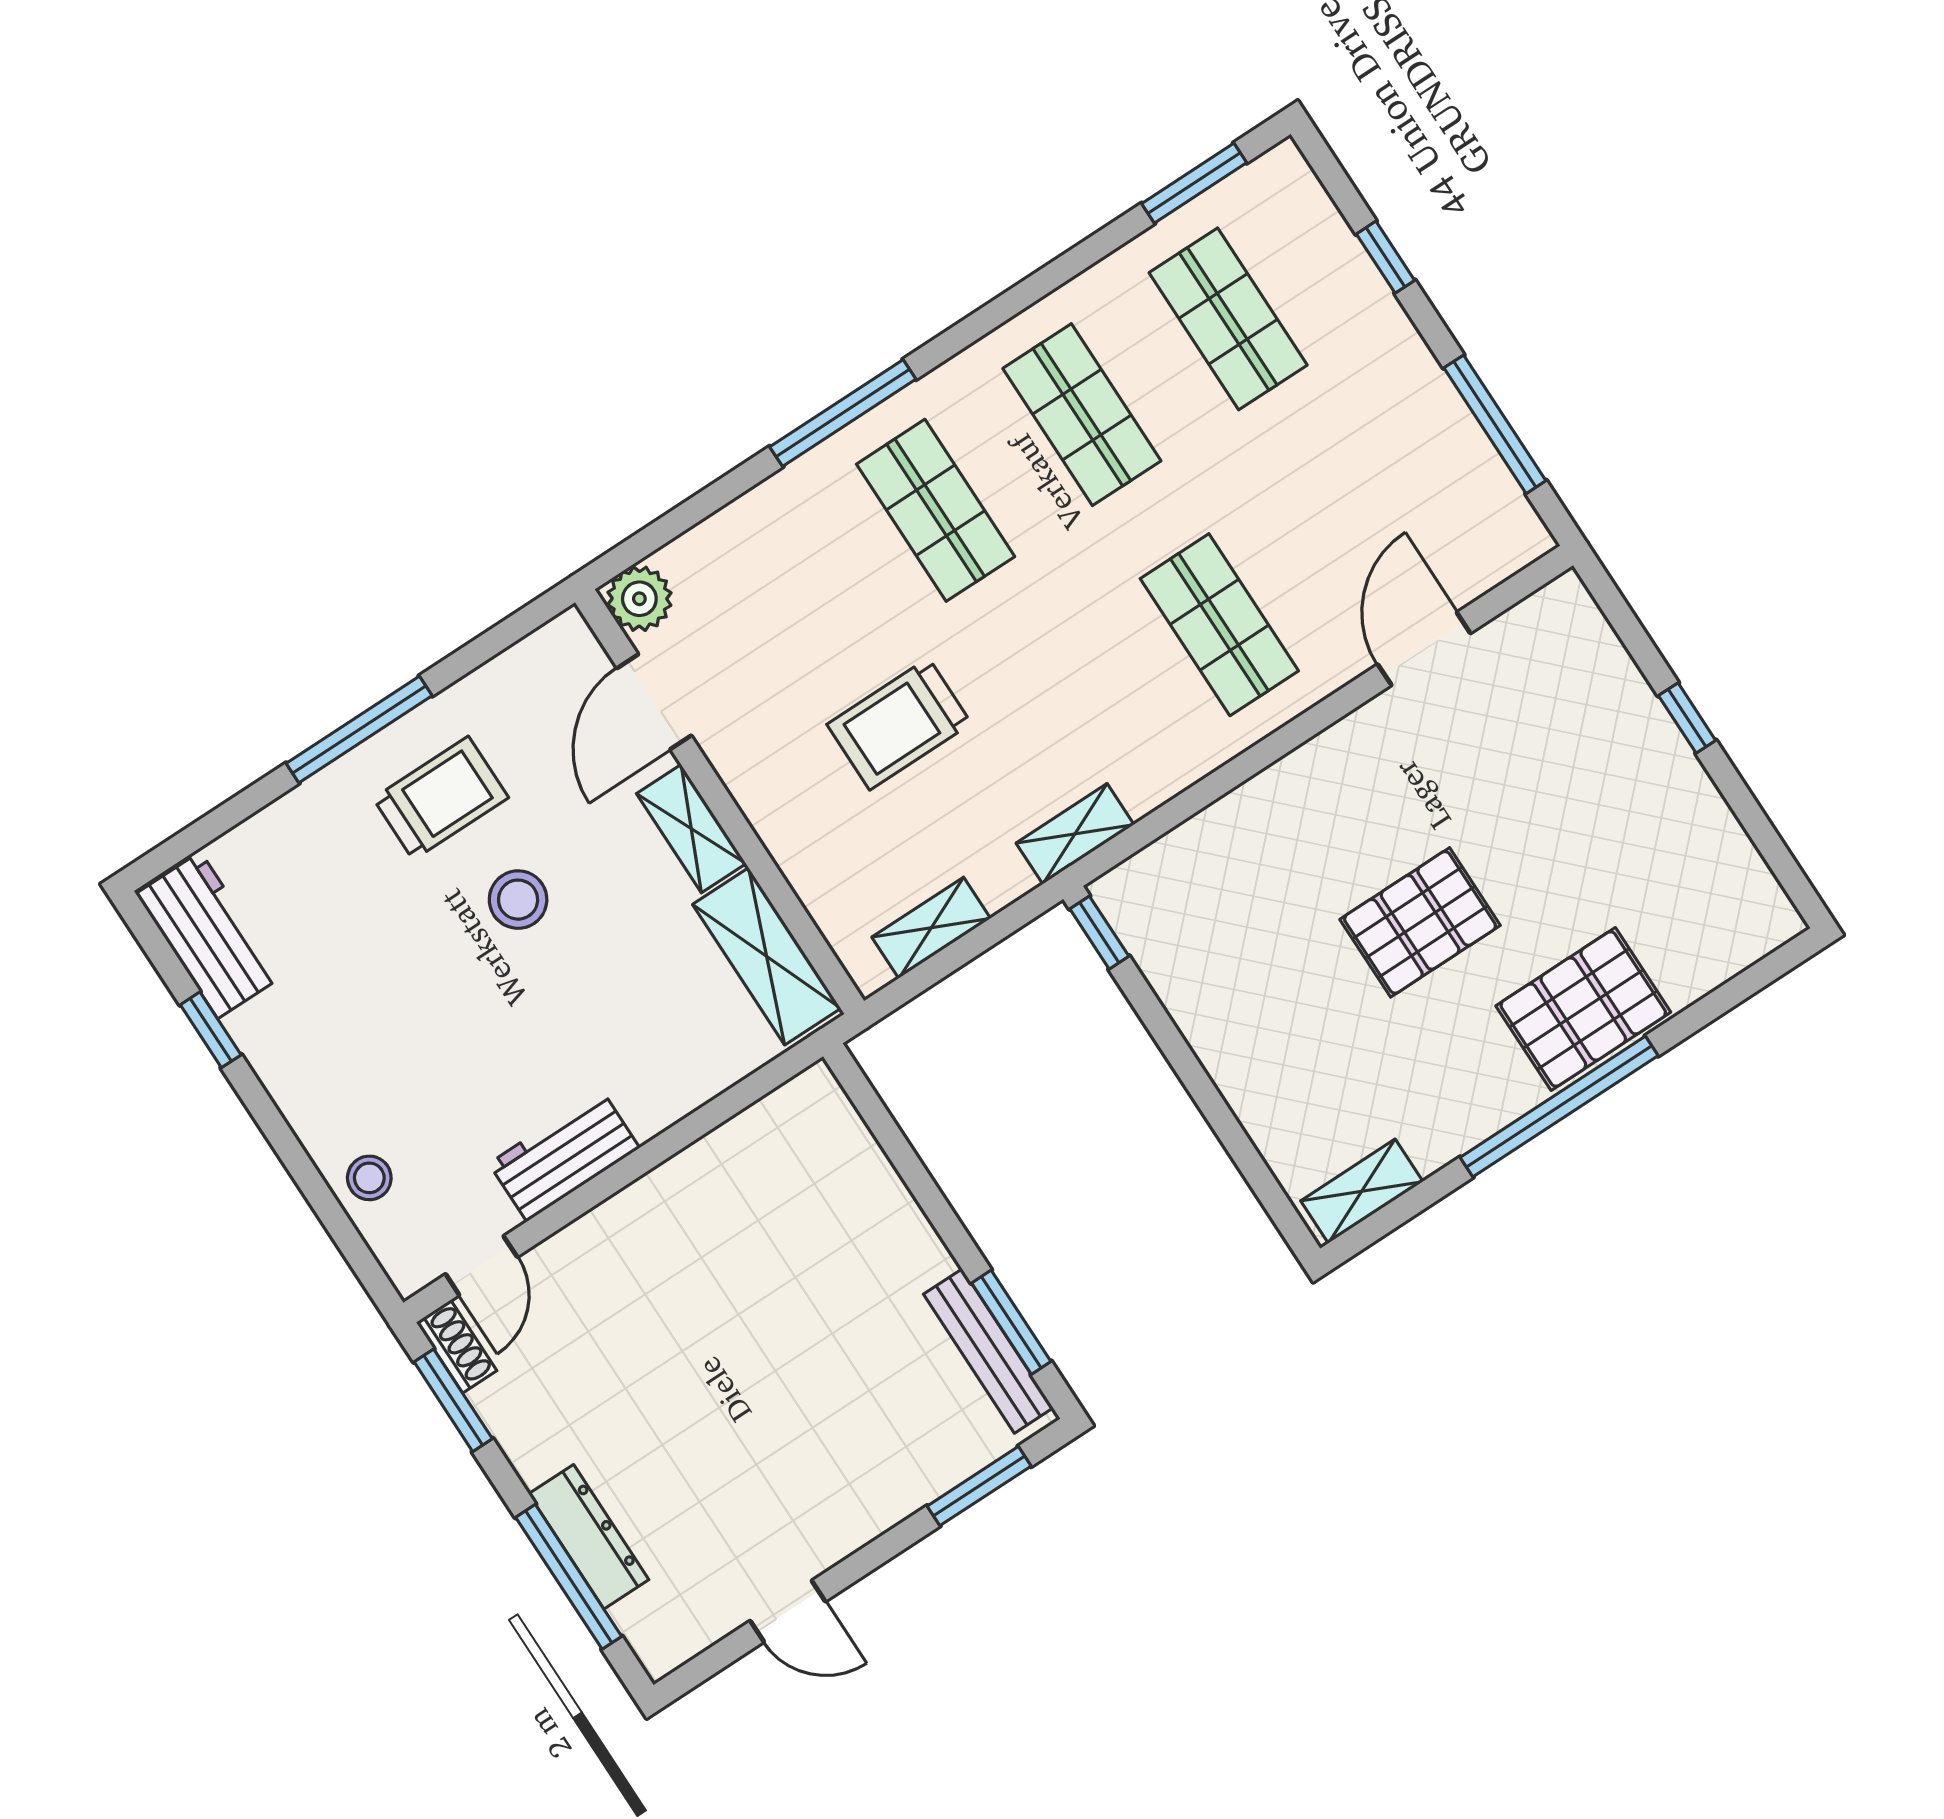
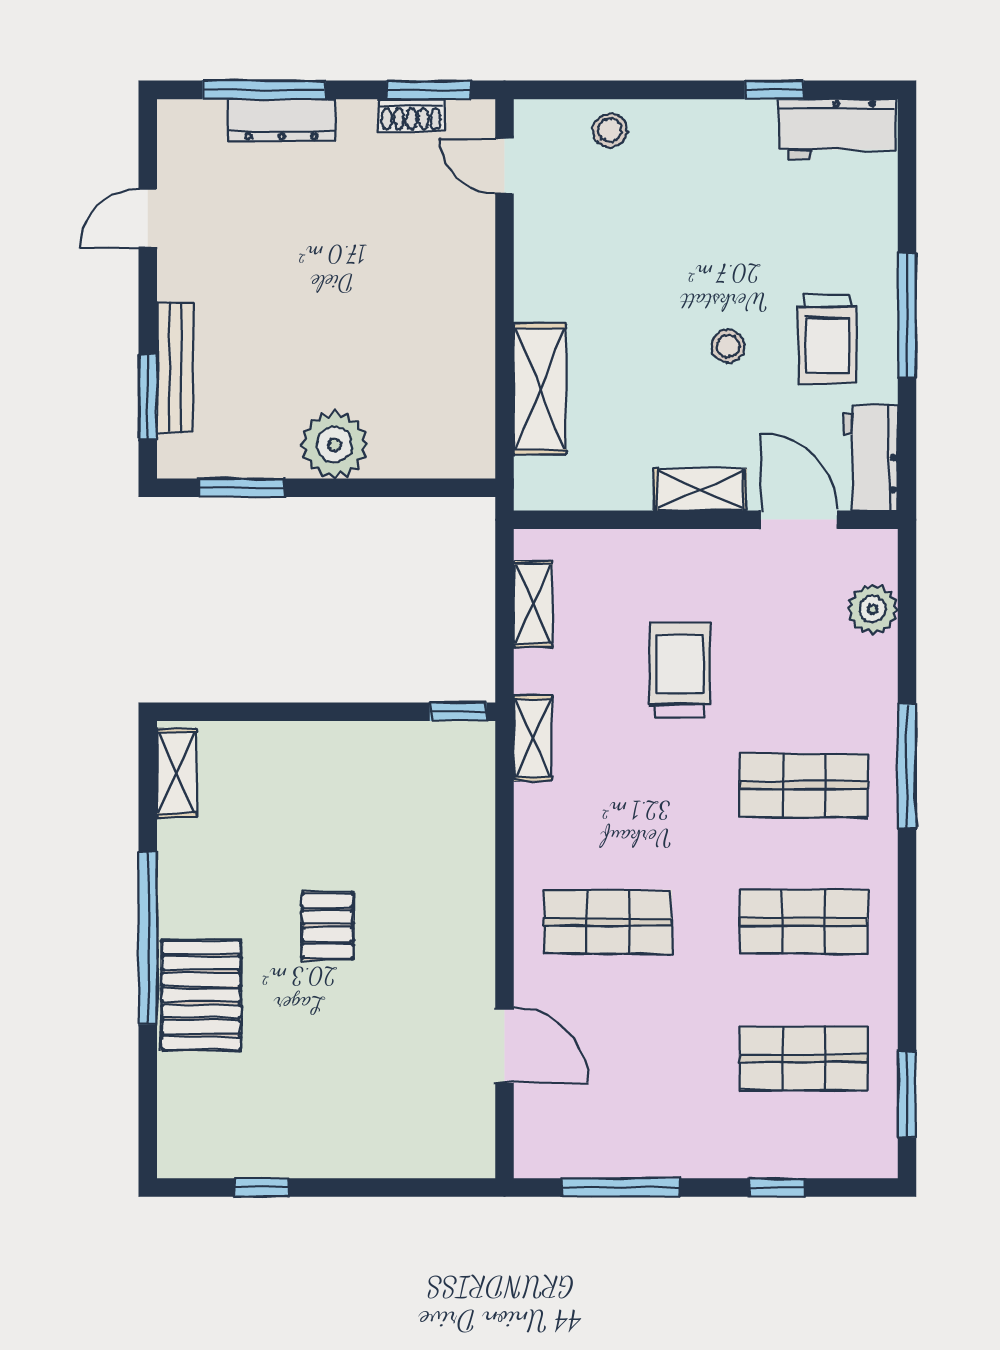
plant: (639, 599) -> (873, 609), moved
window: (1687, 718) -> (262, 1187), moved
stool: (518, 900) -> (728, 346), width x0.73, depth x0.73
pallet: (1420, 922) -> (328, 926), width x0.67, depth x0.71
shelving: (767, 956) -> (540, 389), moved, turned 90
workbench: (564, 1156) -> (871, 458), moved, turned 180
plant: (900, 1252) -> (334, 445), added
shoe rack: (457, 1346) -> (411, 115), moved
bench: (988, 1351) -> (175, 368), moved, turned 90

